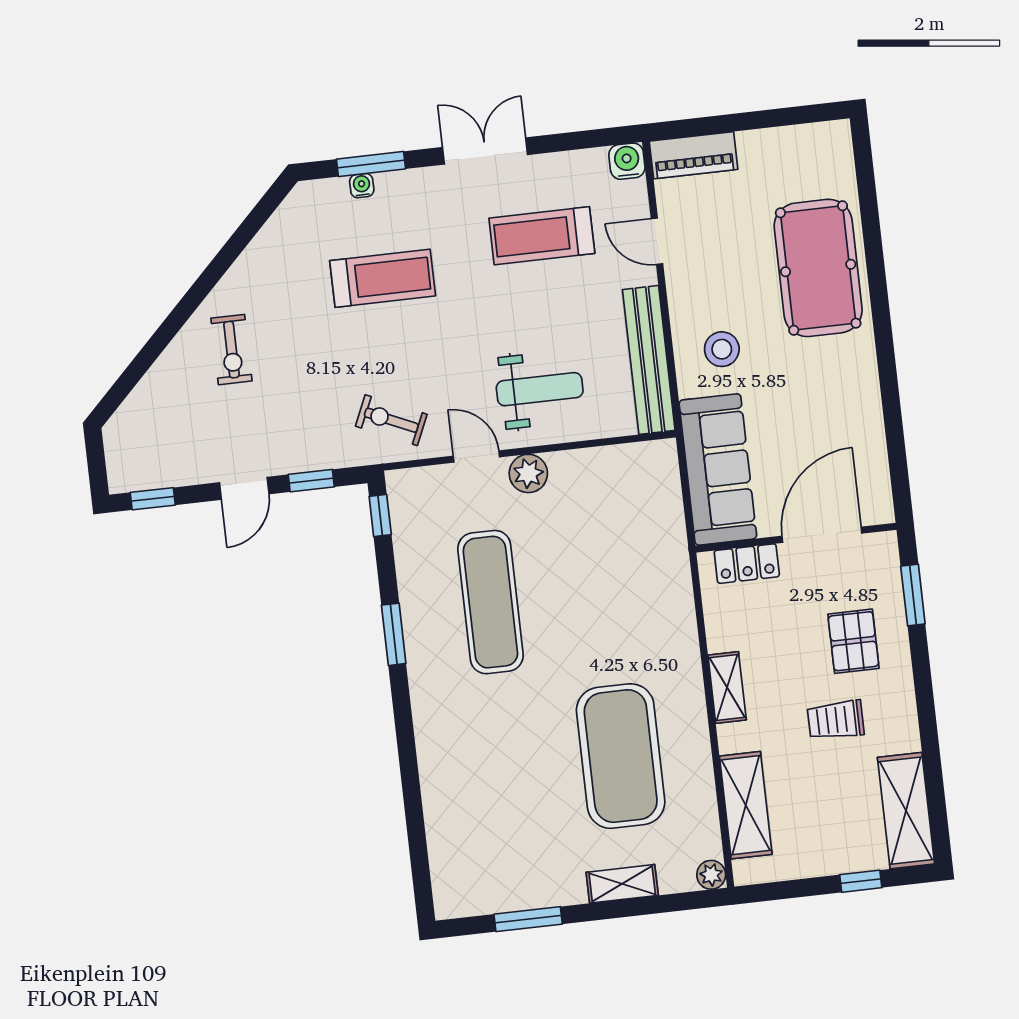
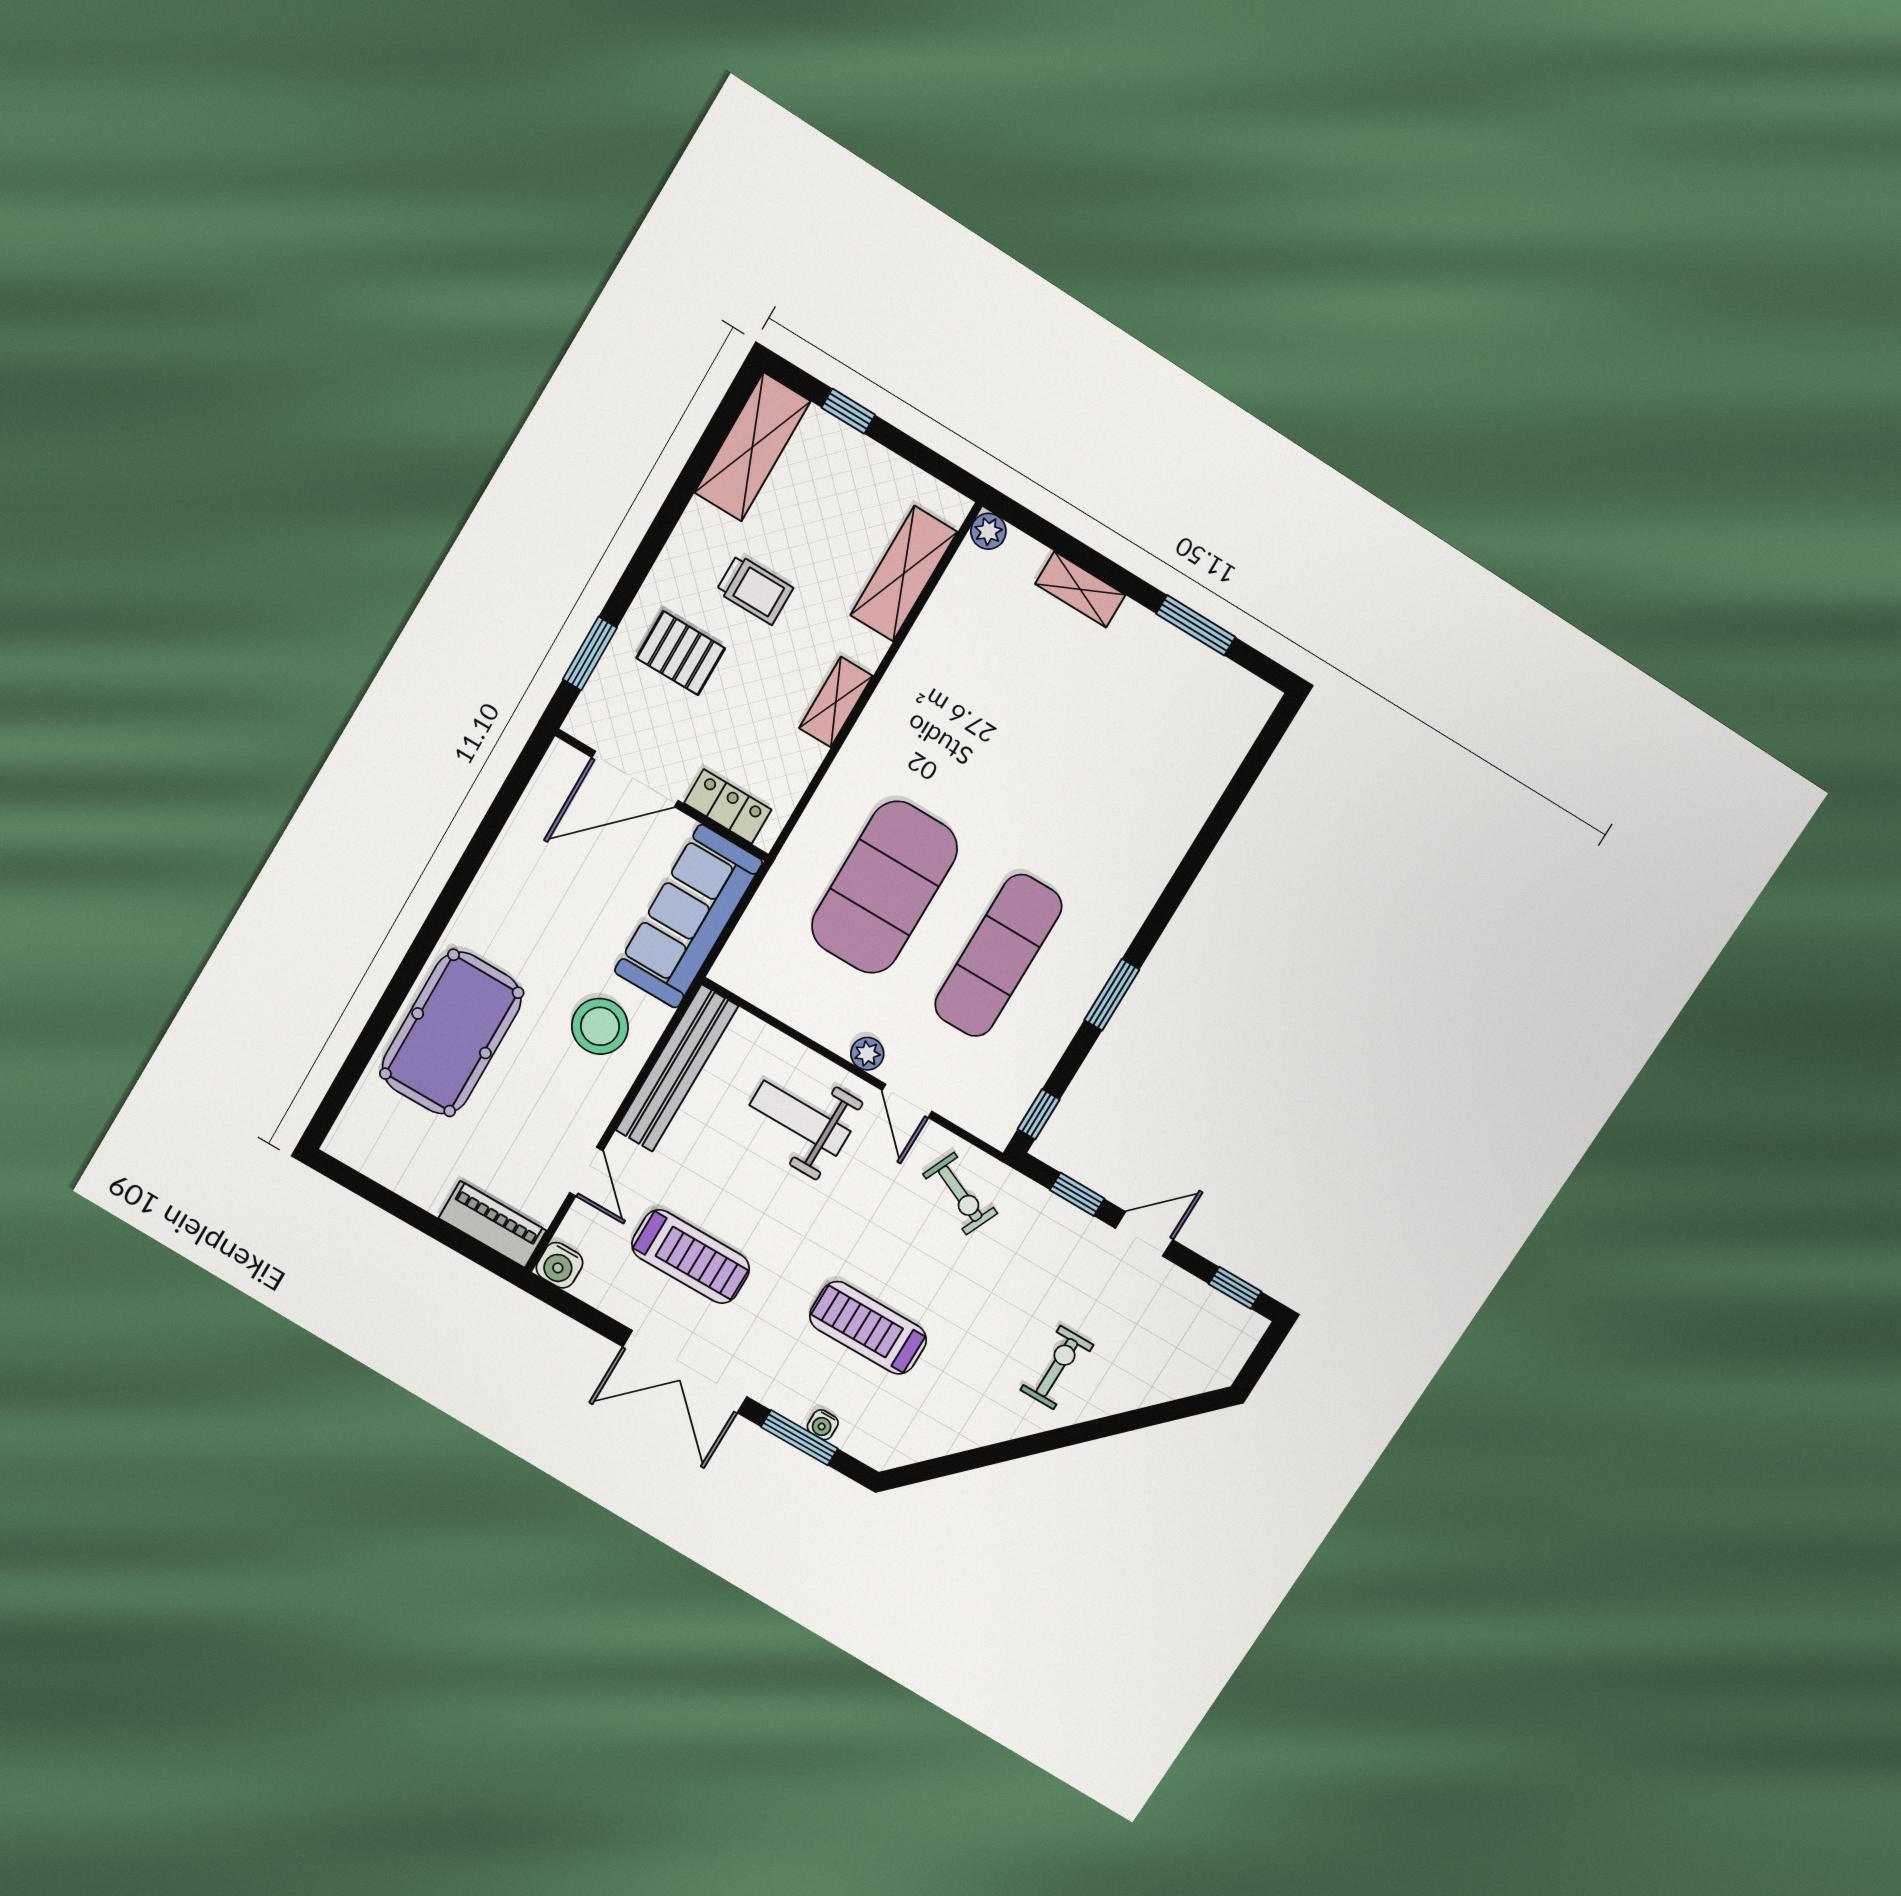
double door: (485, 151) -> (685, 1372), width x1.37
stool: (722, 349) -> (600, 1026), width x1.38, depth x1.38
plant: (528, 473) -> (867, 1054), width x0.73, depth x0.73
pallet: (853, 641) -> (681, 653), turned 90
exercise mat: (621, 756) -> (884, 887), moved

